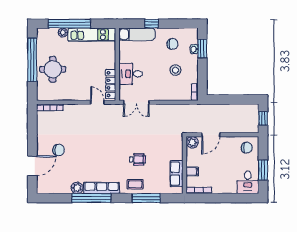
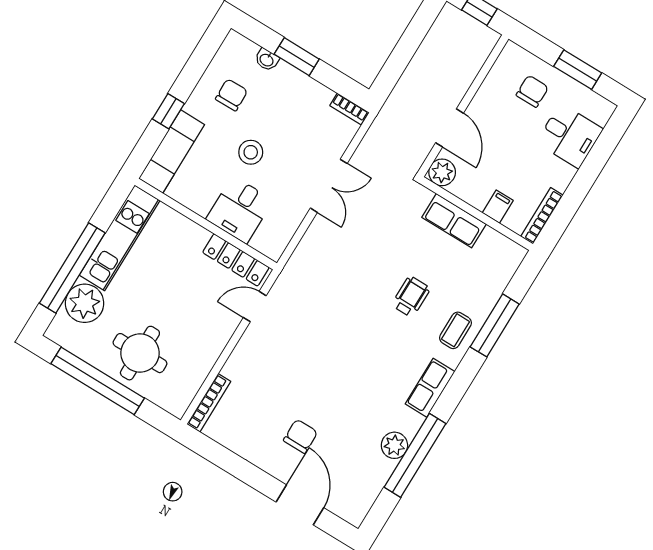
plant: (63, 33) -> (85, 303), width x1.88, depth x1.88
window: (202, 49) -> (297, 57), moved
stool: (175, 70) -> (251, 152), moved
double door: (136, 102) -> (329, 186), moved
chair: (247, 148) -> (532, 91), moved
row of seats: (177, 174) -> (454, 221), moved
desk: (248, 182) -> (570, 136), moved
row of seats: (102, 188) -> (430, 388), width x0.68
window: (91, 198) -> (415, 455), moved

